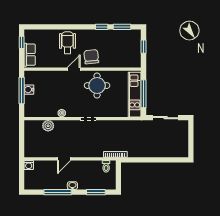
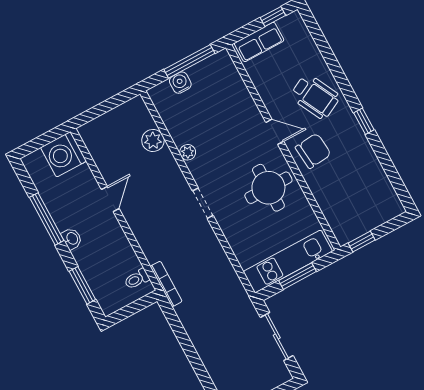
window: (102, 27) -> (364, 121), moved
window: (122, 27) -> (393, 176), removed
wheelchair: (67, 43) -> (315, 97), turned 63
window: (143, 47) -> (362, 242), moved
water cooler: (29, 90) -> (180, 83), moved
window: (143, 94) -> (298, 276), width x0.69
door: (64, 159) -> (110, 199), swing flipped
washing machine: (29, 165) -> (63, 154), width x1.89, depth x1.89

